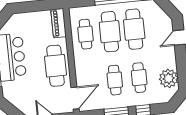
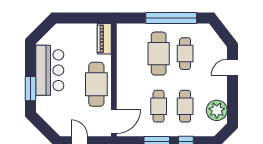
cafe table: (134, 29) -> (185, 54), width x0.73, depth x0.74
cafe table: (86, 34) -> (132, 54), removed

